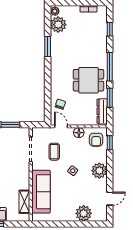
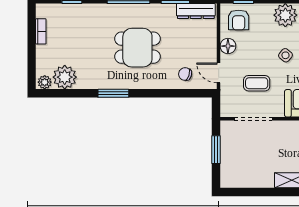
window: (48, 46) -> (113, 93), moved
dining table: (88, 80) -> (137, 48), moved, turned 90
door: (61, 126) -> (219, 73), hinge flipped
armchair: (96, 140) -> (239, 20), turned 90

